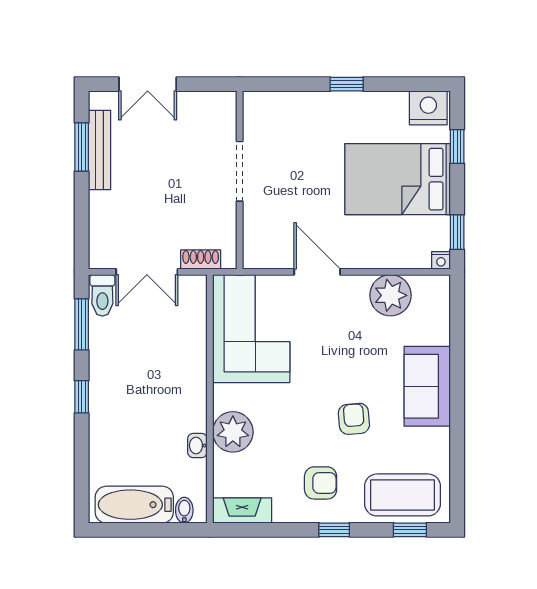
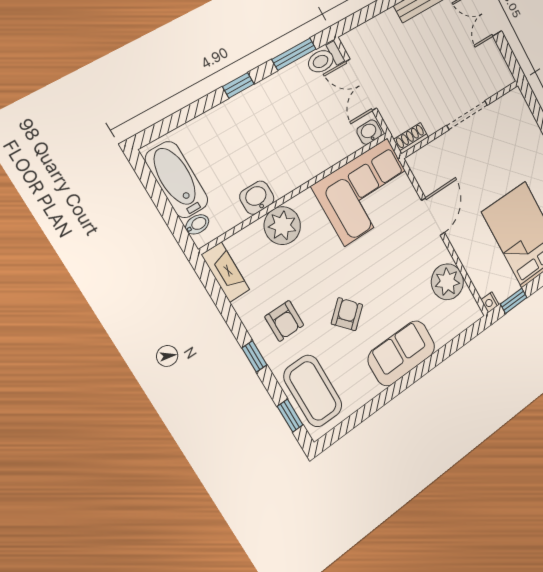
shoe rack: (201, 260) -> (411, 138), moved, turned -90
washbasin: (196, 291) -> (369, 132), added
armchair: (354, 419) -> (347, 314), turned -37
washbasin: (197, 445) -> (257, 198), width x1.38, depth x1.45

